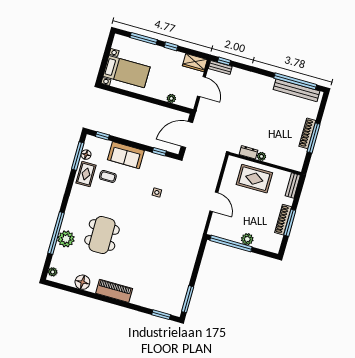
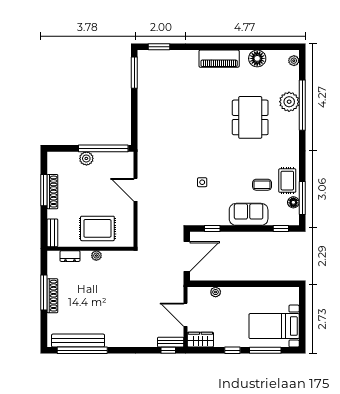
bed with nightstands: (127, 72) -> (274, 326), moved
dresser: (249, 152) -> (70, 256), moved

